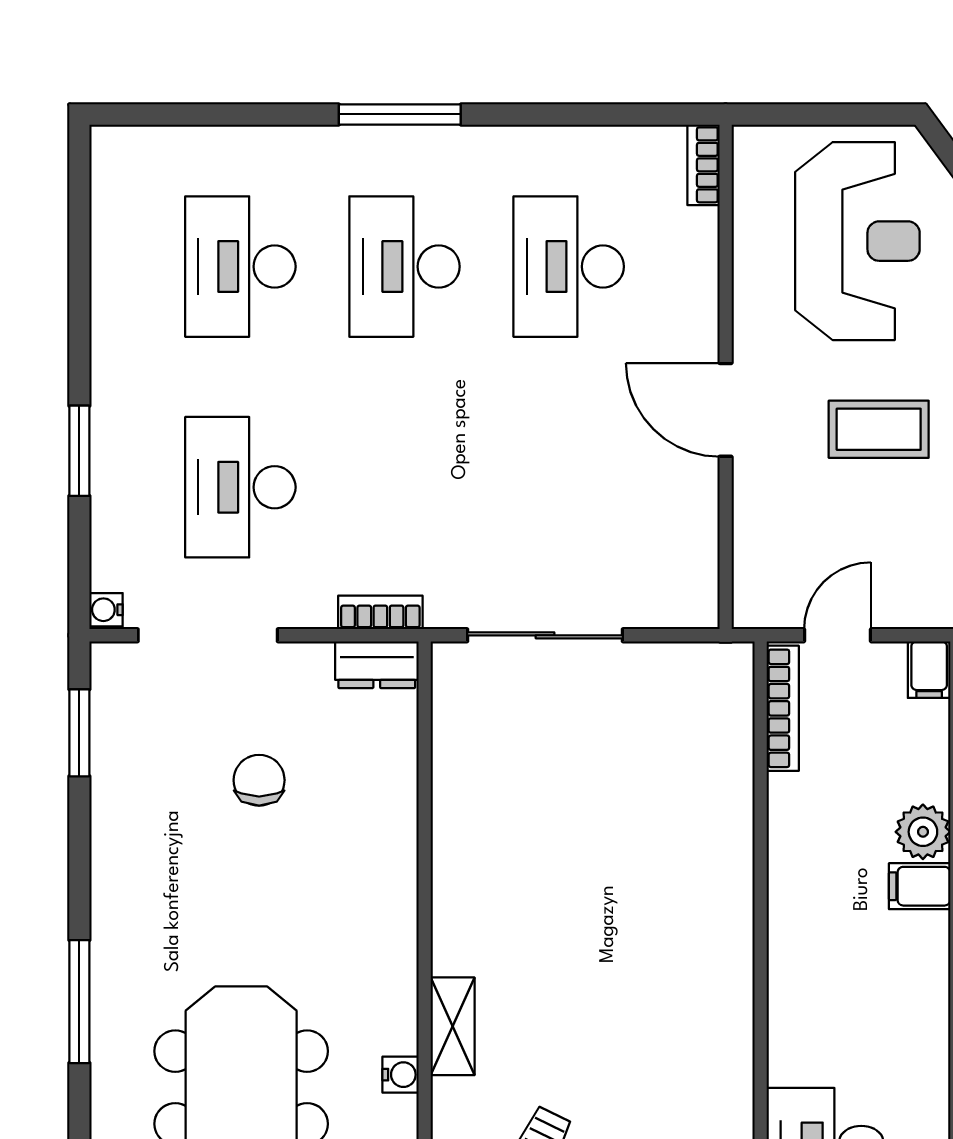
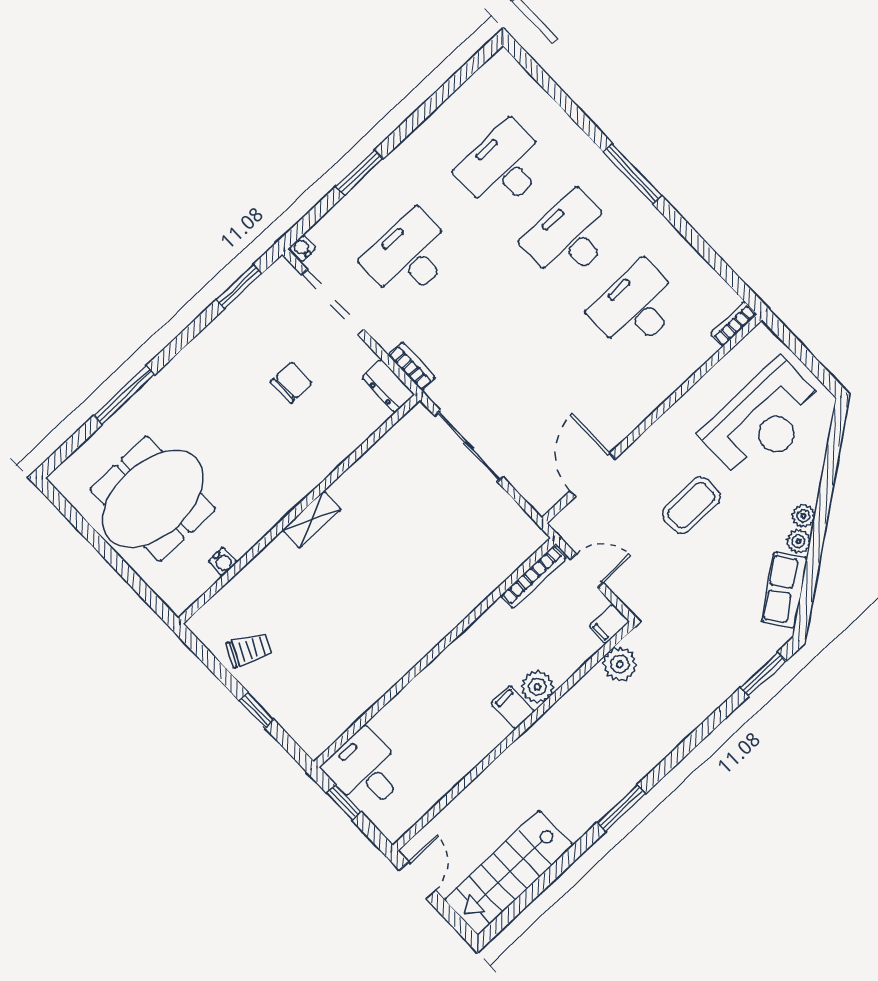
door: (726, 410) -> (593, 475), moved
coffee table: (879, 429) -> (691, 505), turned 90
shelving: (453, 1026) -> (312, 520), moved

